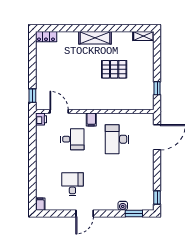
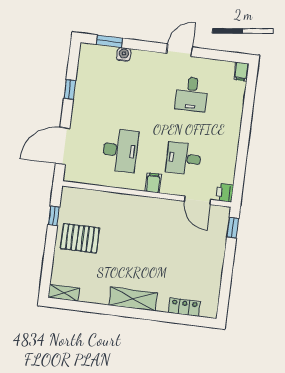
locker: (46, 37) -> (184, 307), moved
pallet: (114, 69) -> (80, 238), moved
window: (157, 197) -> (70, 89), moved

